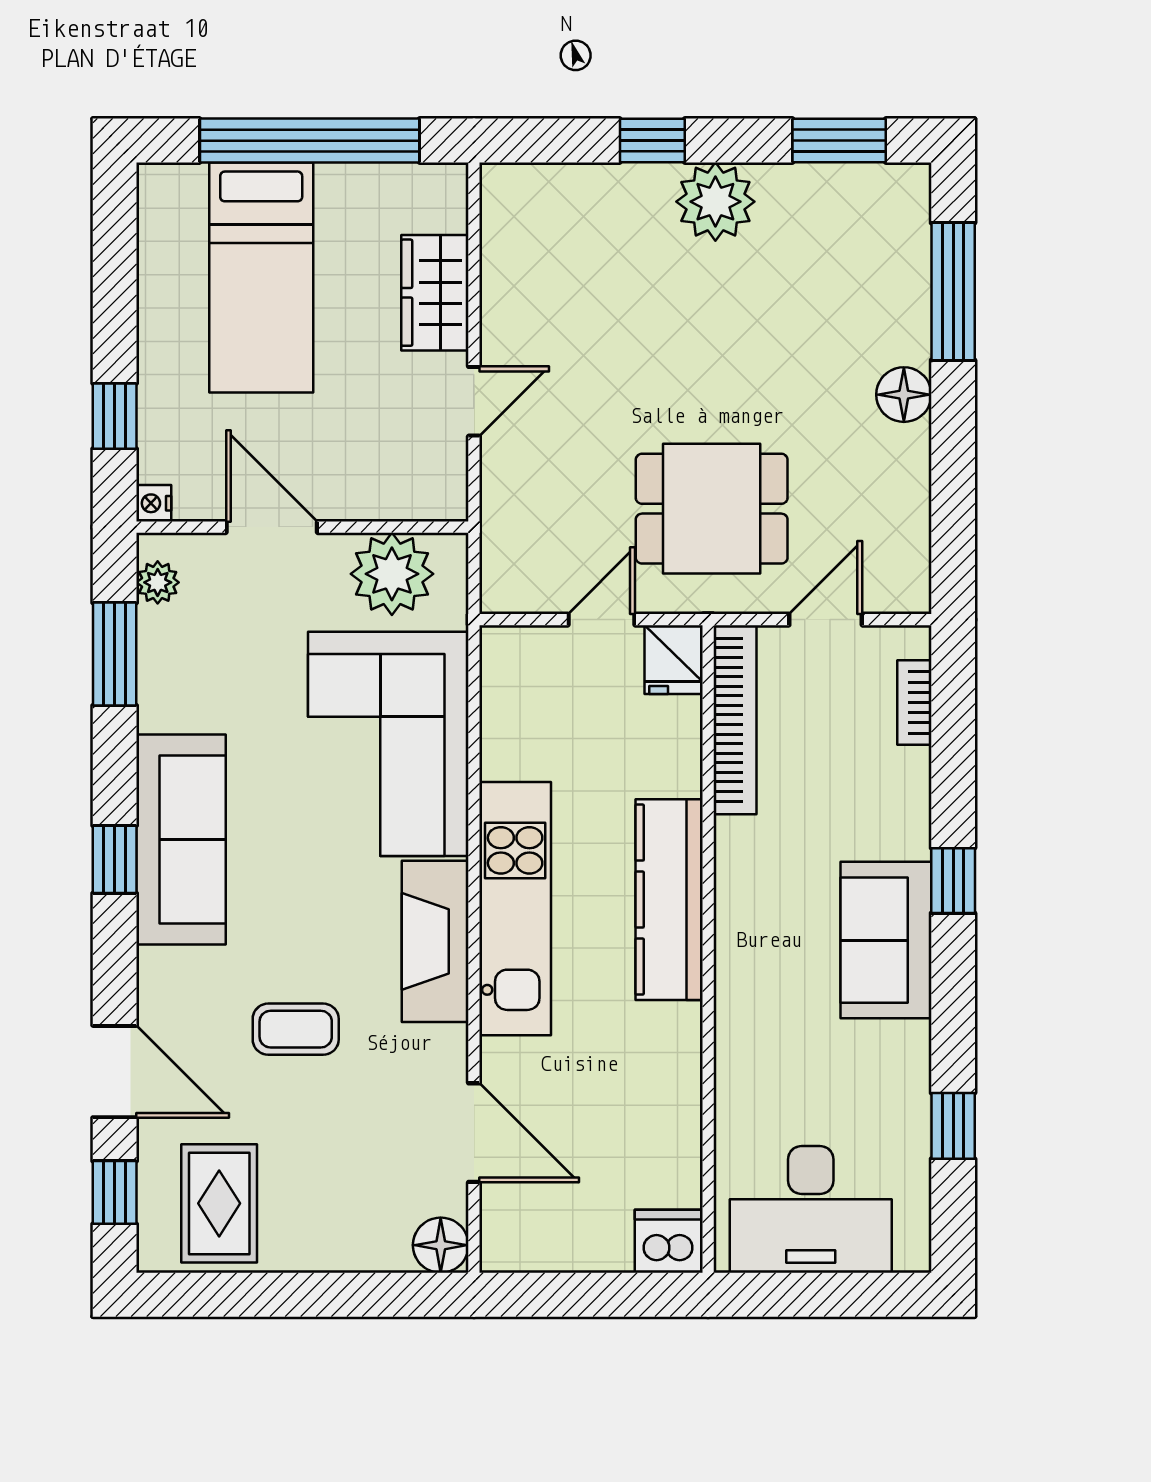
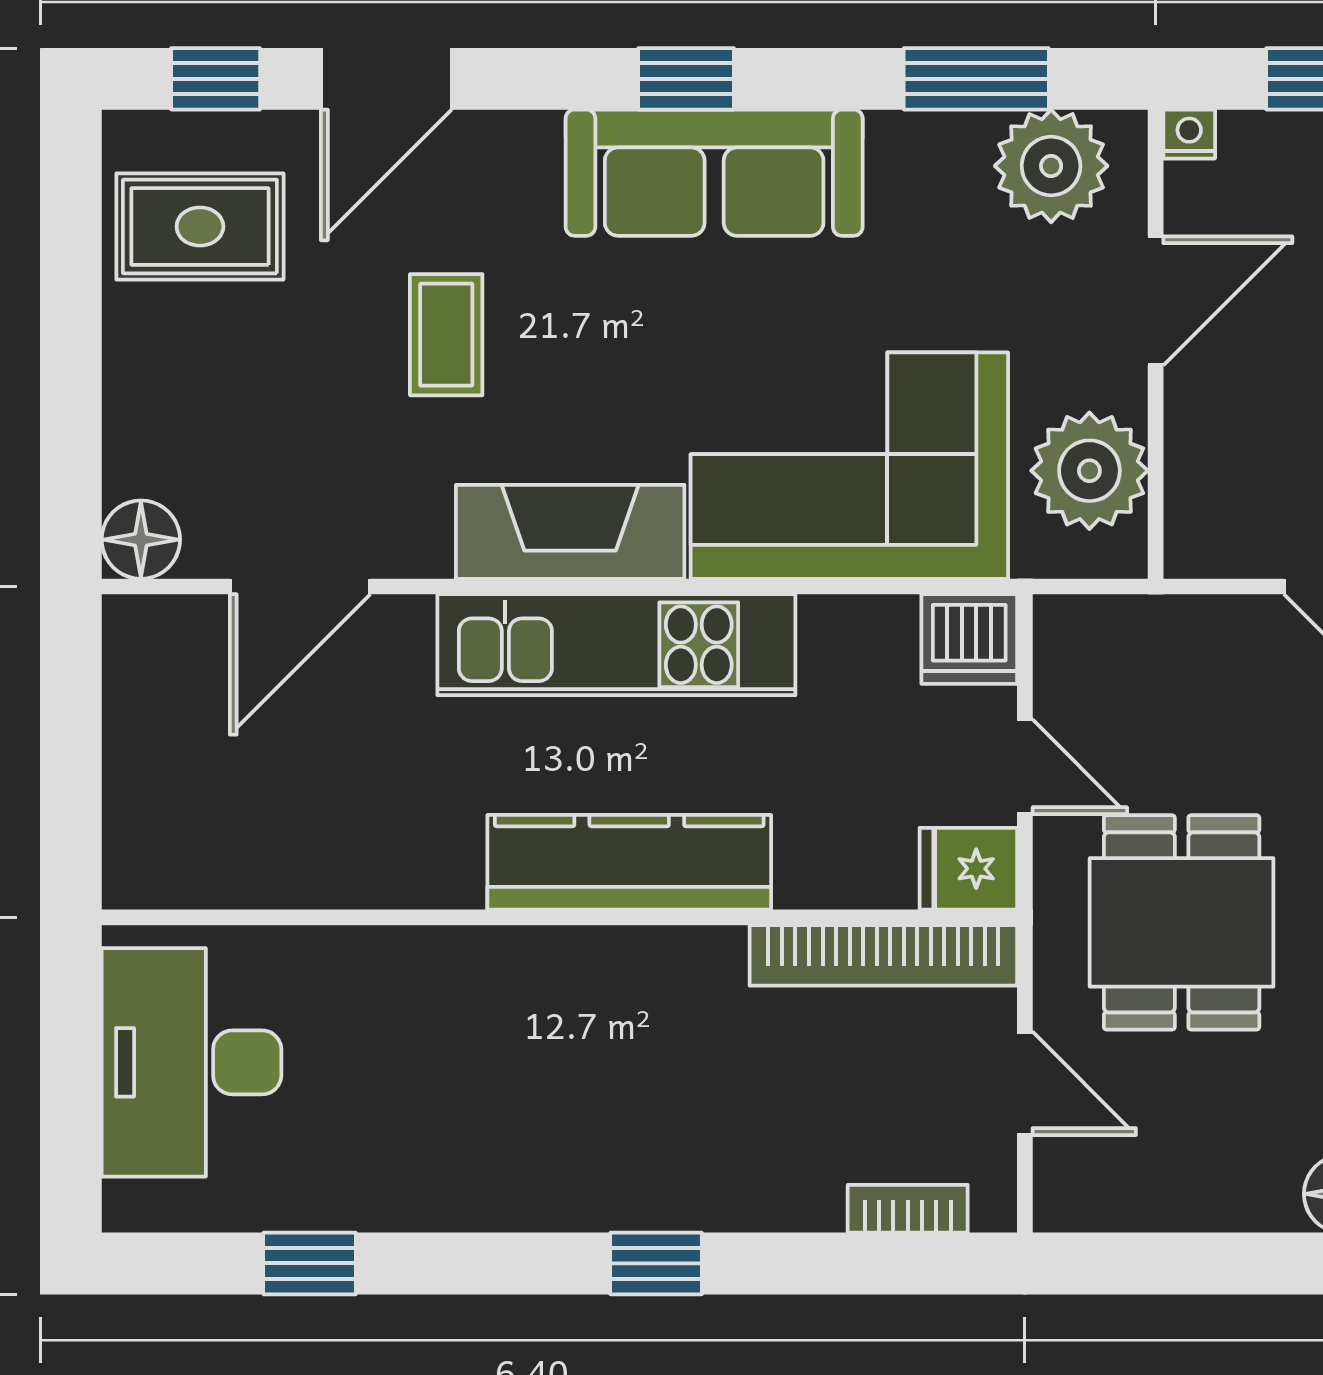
plant: (158, 582) -> (1051, 166), width x1.88, depth x1.88
sofa: (886, 940) -> (572, 1169), removed
dishwasher: (669, 1241) -> (969, 639), moved, turned 90

